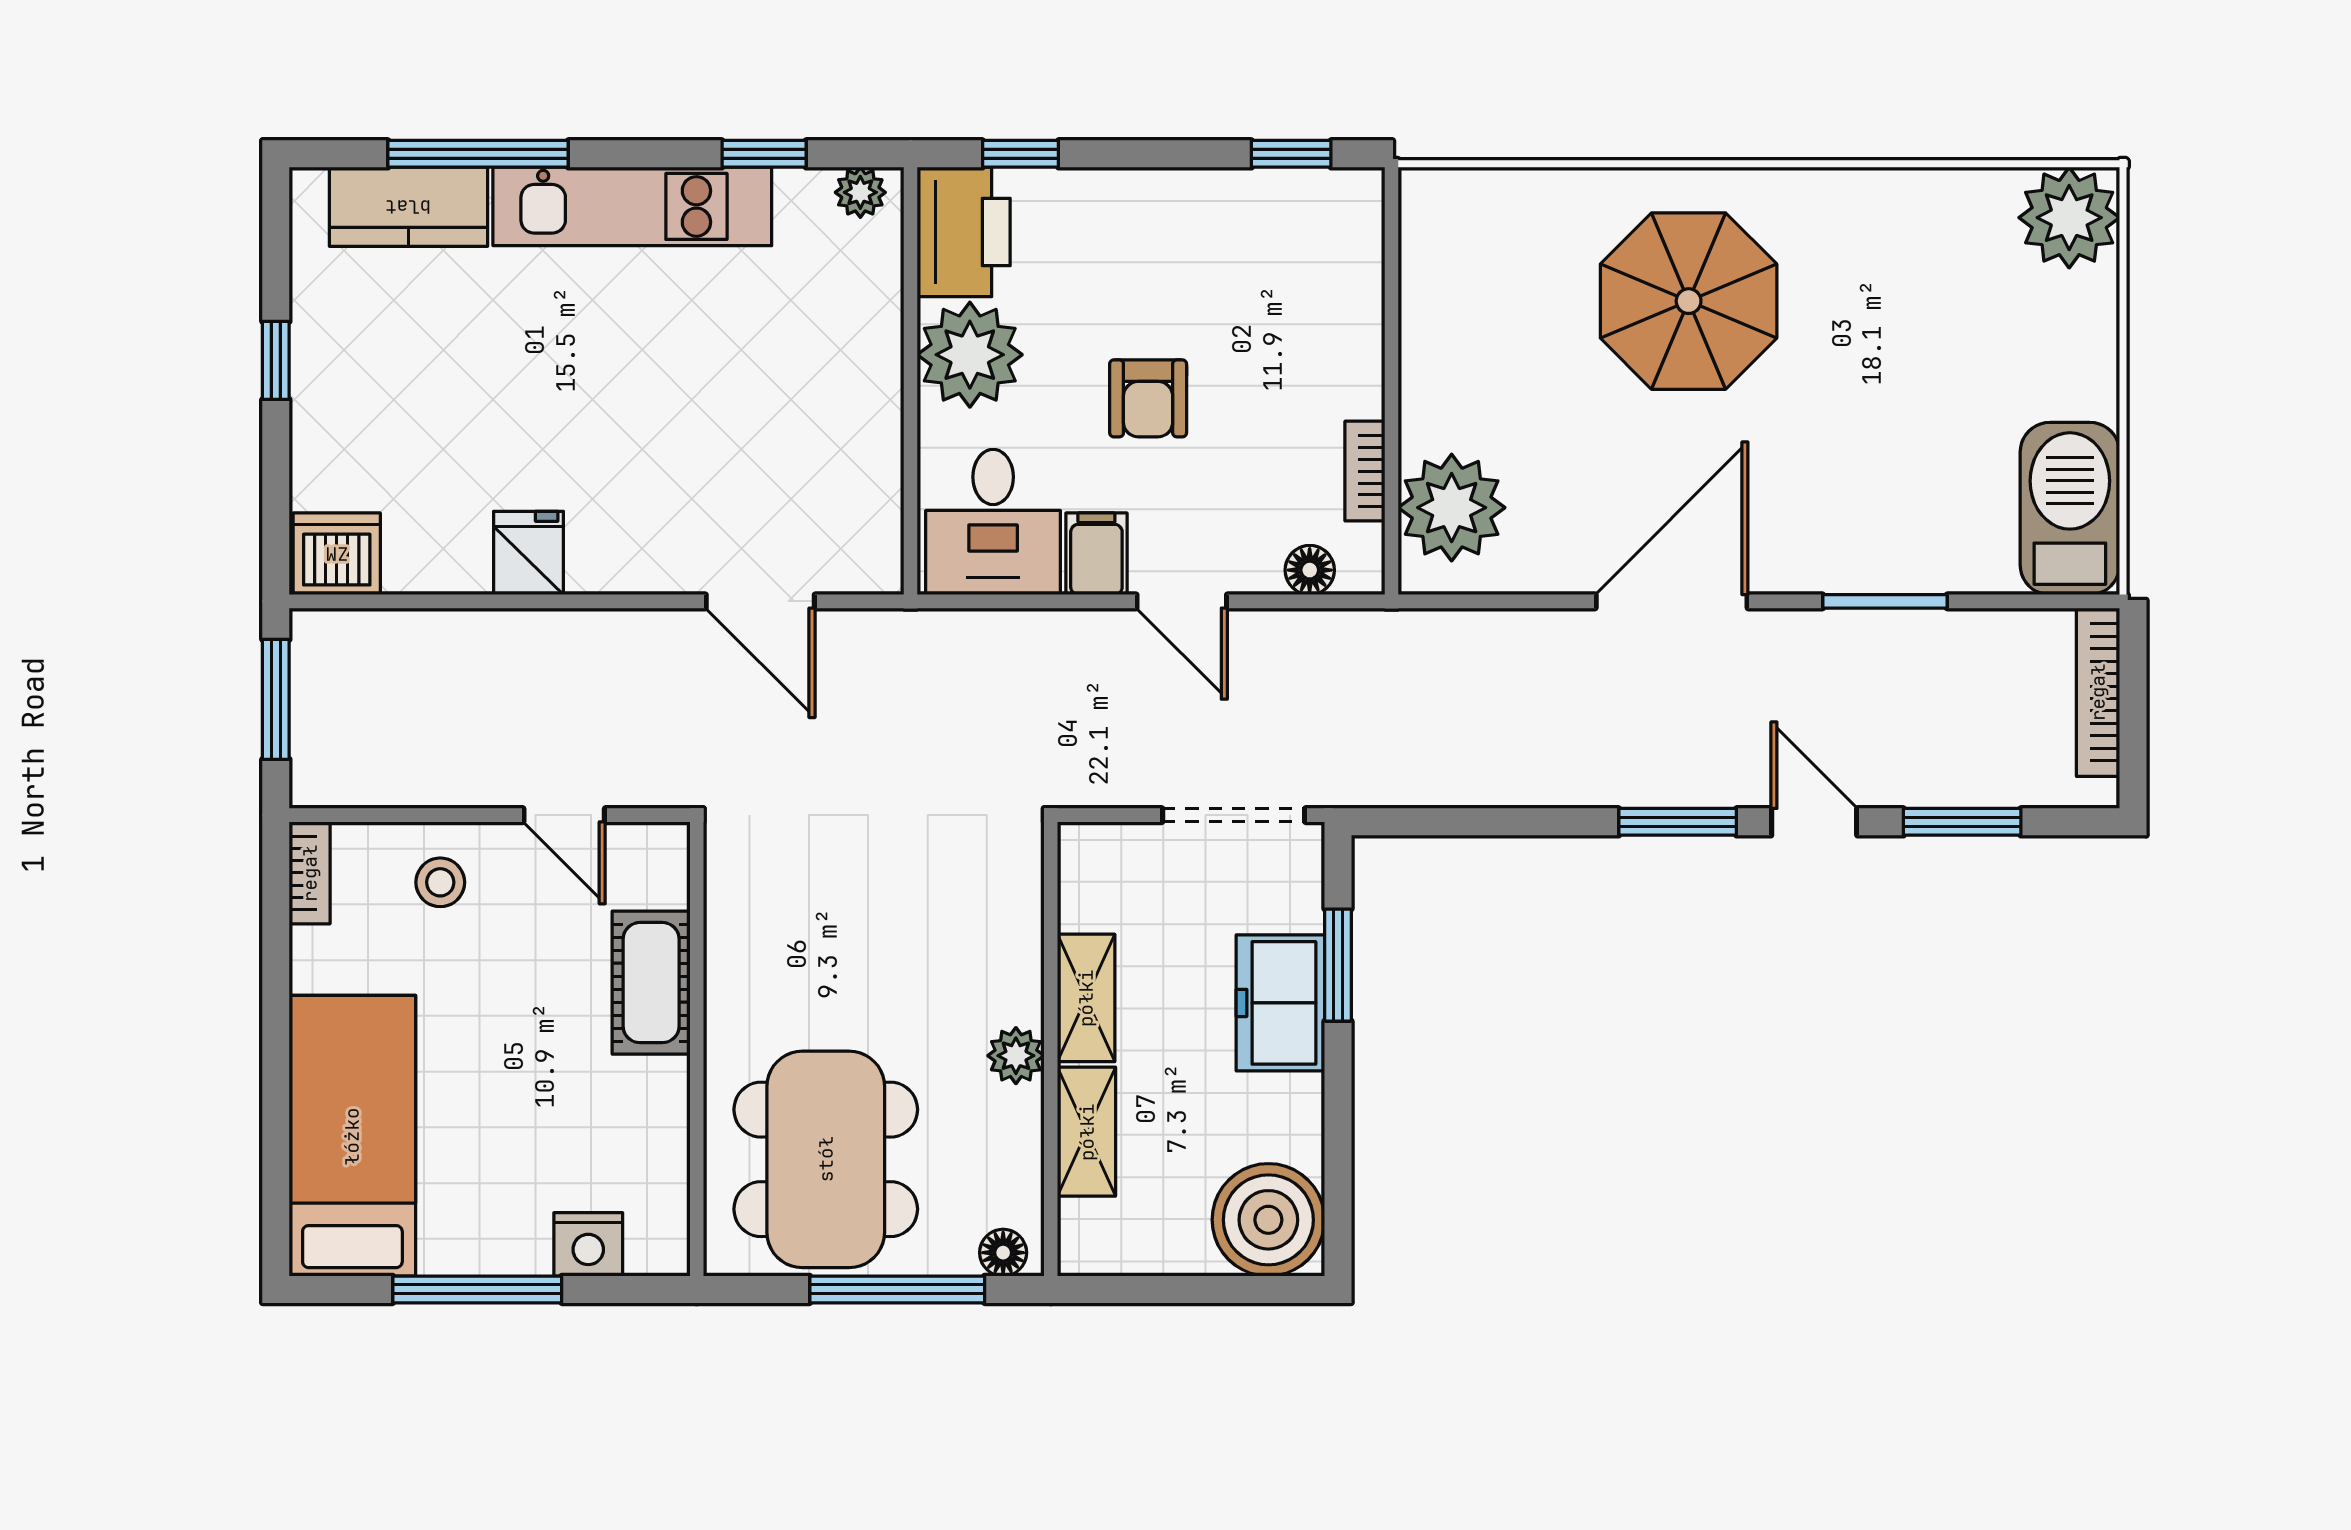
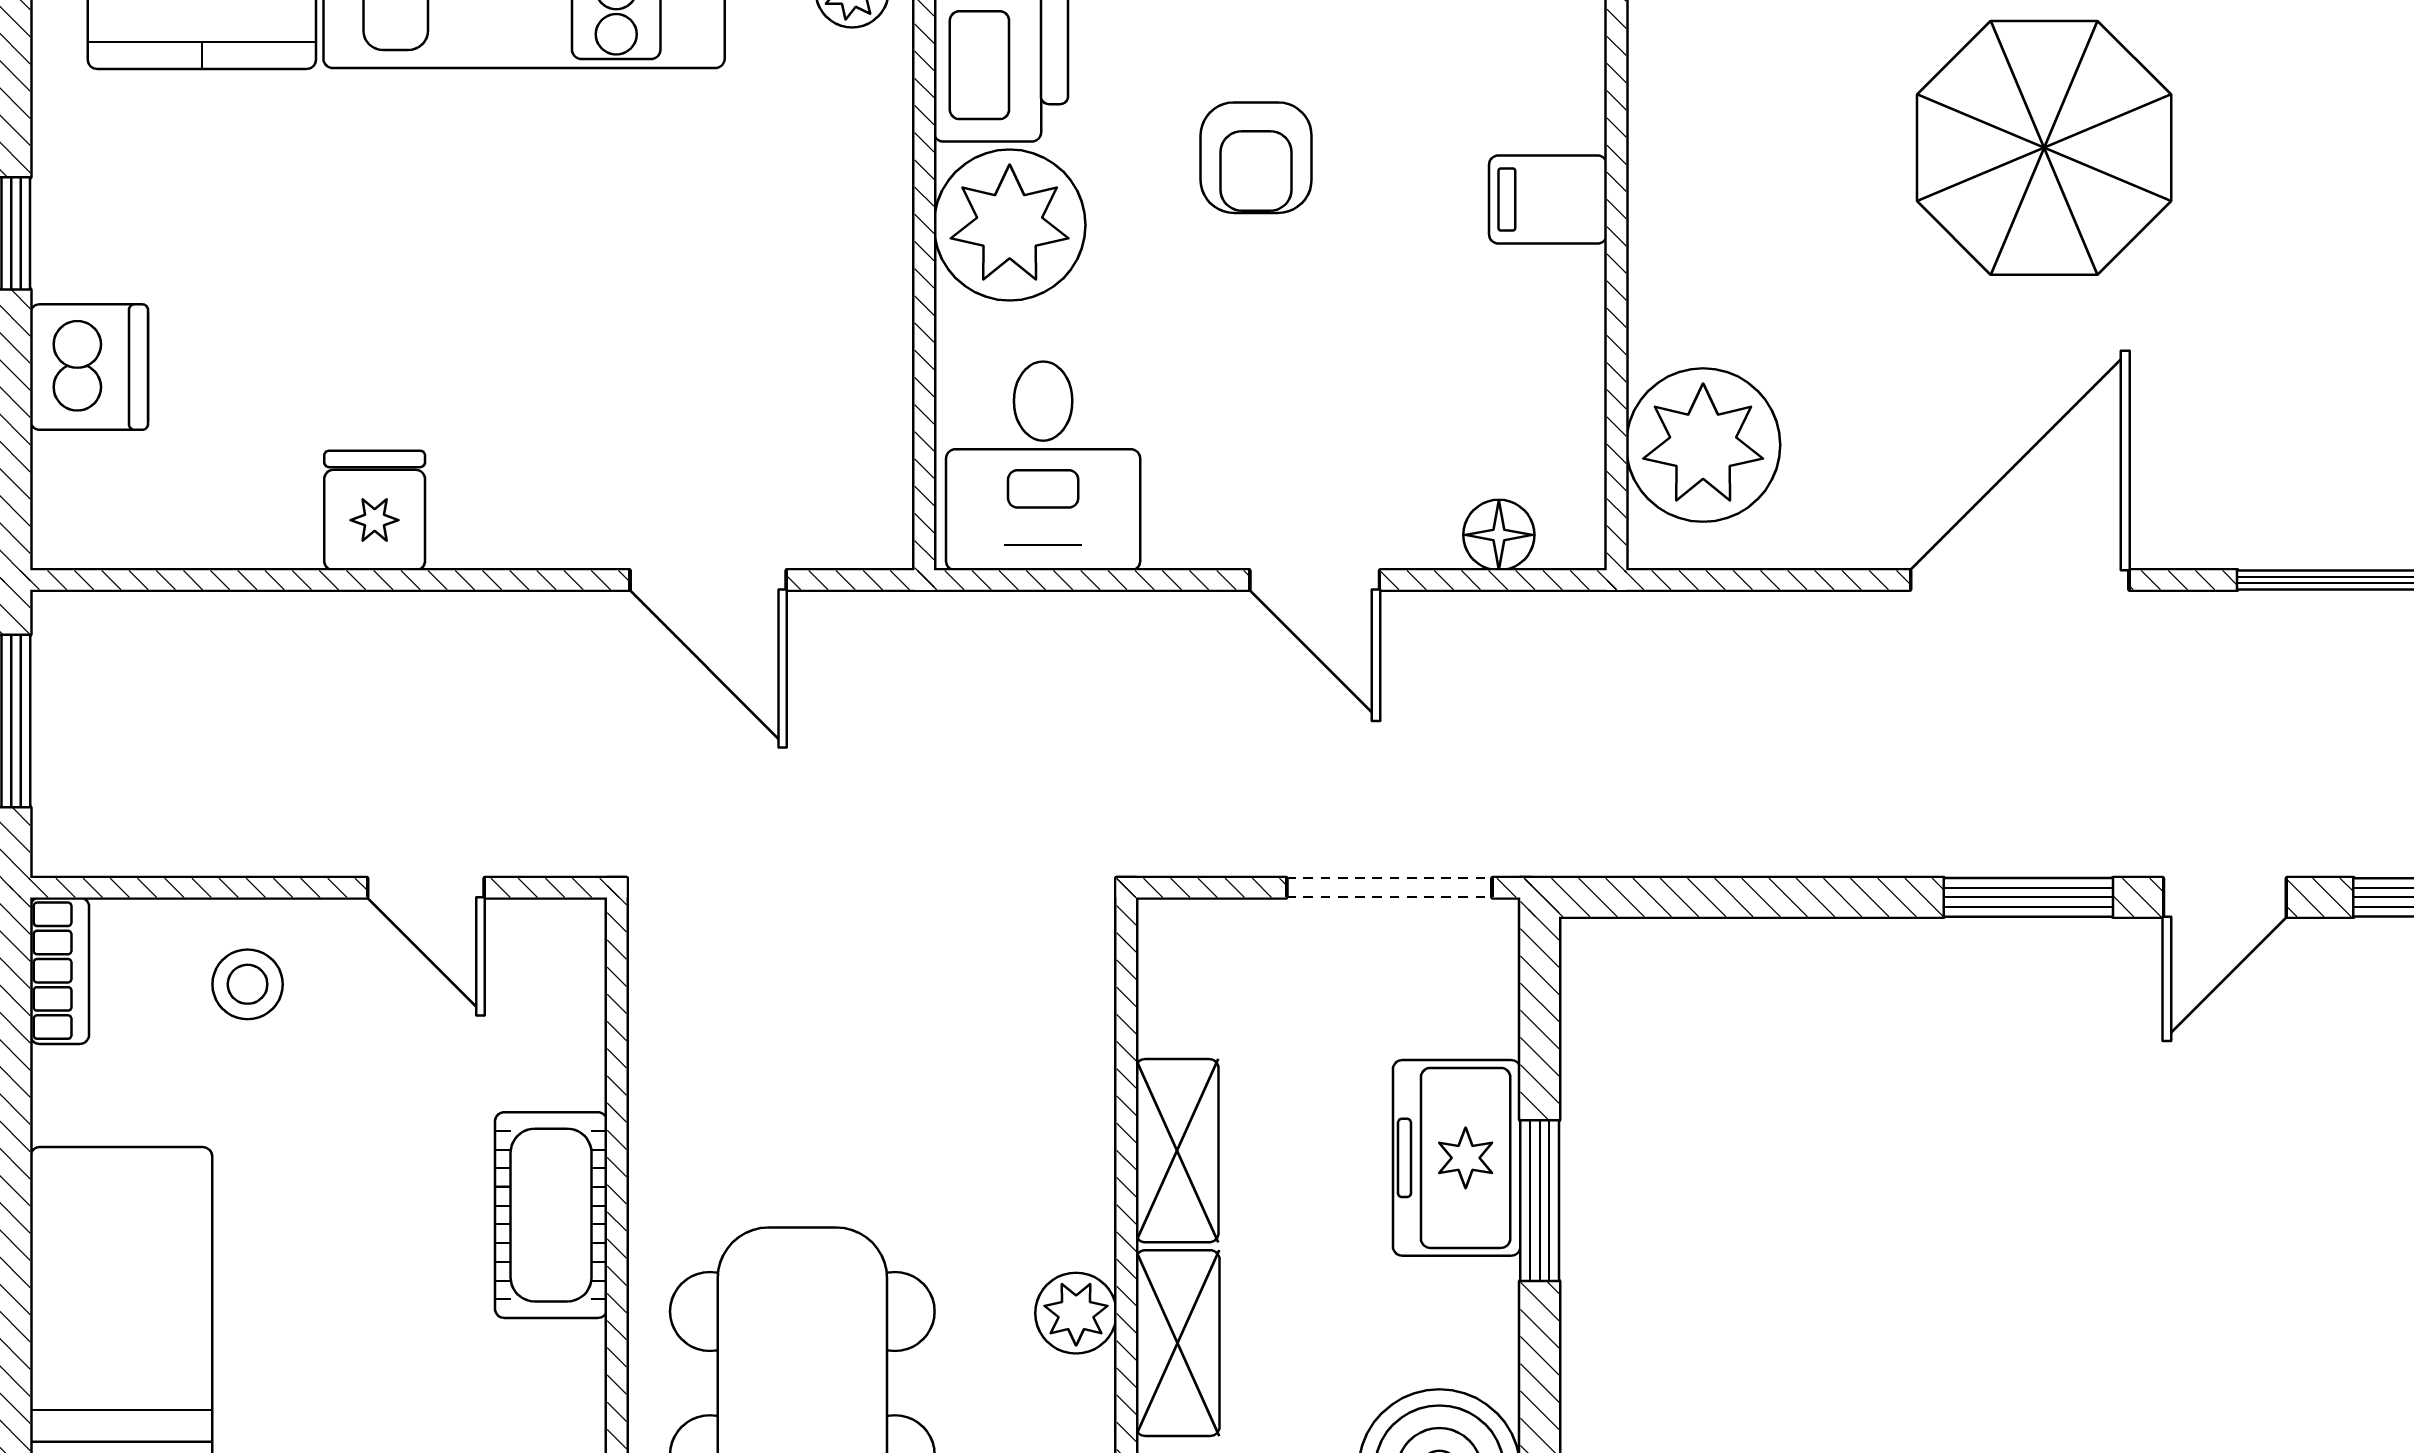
armchair: (1148, 398) -> (1256, 158), moved
bookcase: (1365, 471) -> (1578, 392), removed
dishwasher: (337, 554) -> (89, 367), moved, turned 90
filing cabinet: (1096, 554) -> (1548, 200), moved, turned -90
door: (1814, 822) -> (2225, 897), swing flipped
window: (1338, 965) -> (1540, 1201), moved
cot: (651, 983) -> (551, 1215), moved
plant: (1016, 1056) -> (1076, 1313), moved

